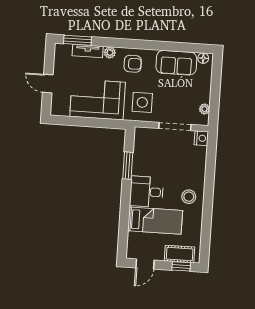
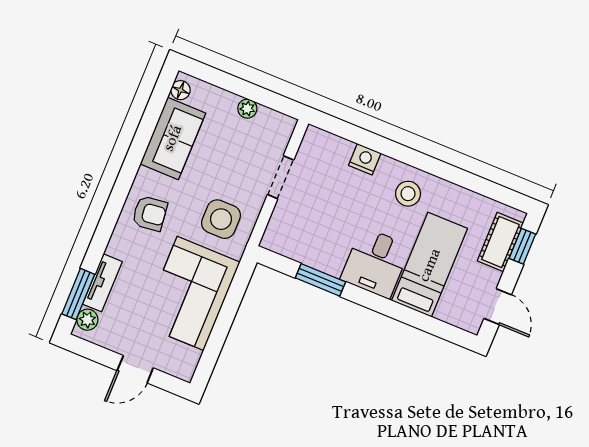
plant: (110, 53) -> (87, 320), moved
armchair: (133, 64) -> (150, 213), turned 83
plant: (204, 109) -> (247, 109), moved
doorway: (175, 126) -> (281, 177), width x0.73
nightstand: (201, 138) -> (365, 159), moved

